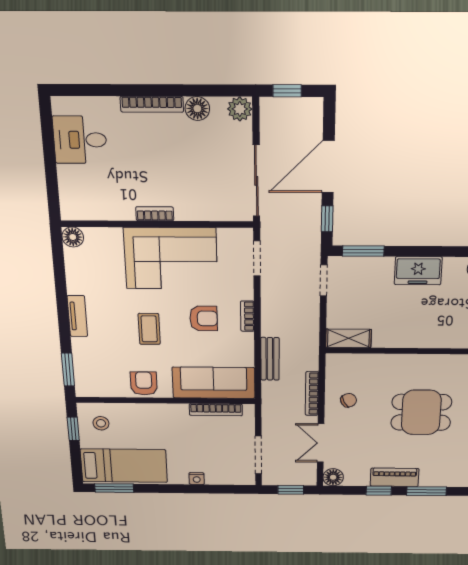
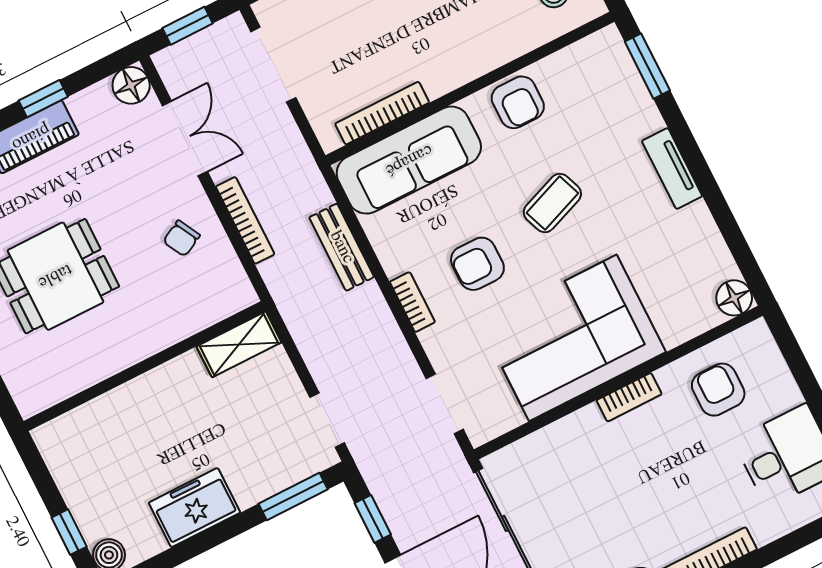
armchair: (103, 194) -> (718, 390), added
coffee table: (149, 329) -> (552, 203), turned 69

